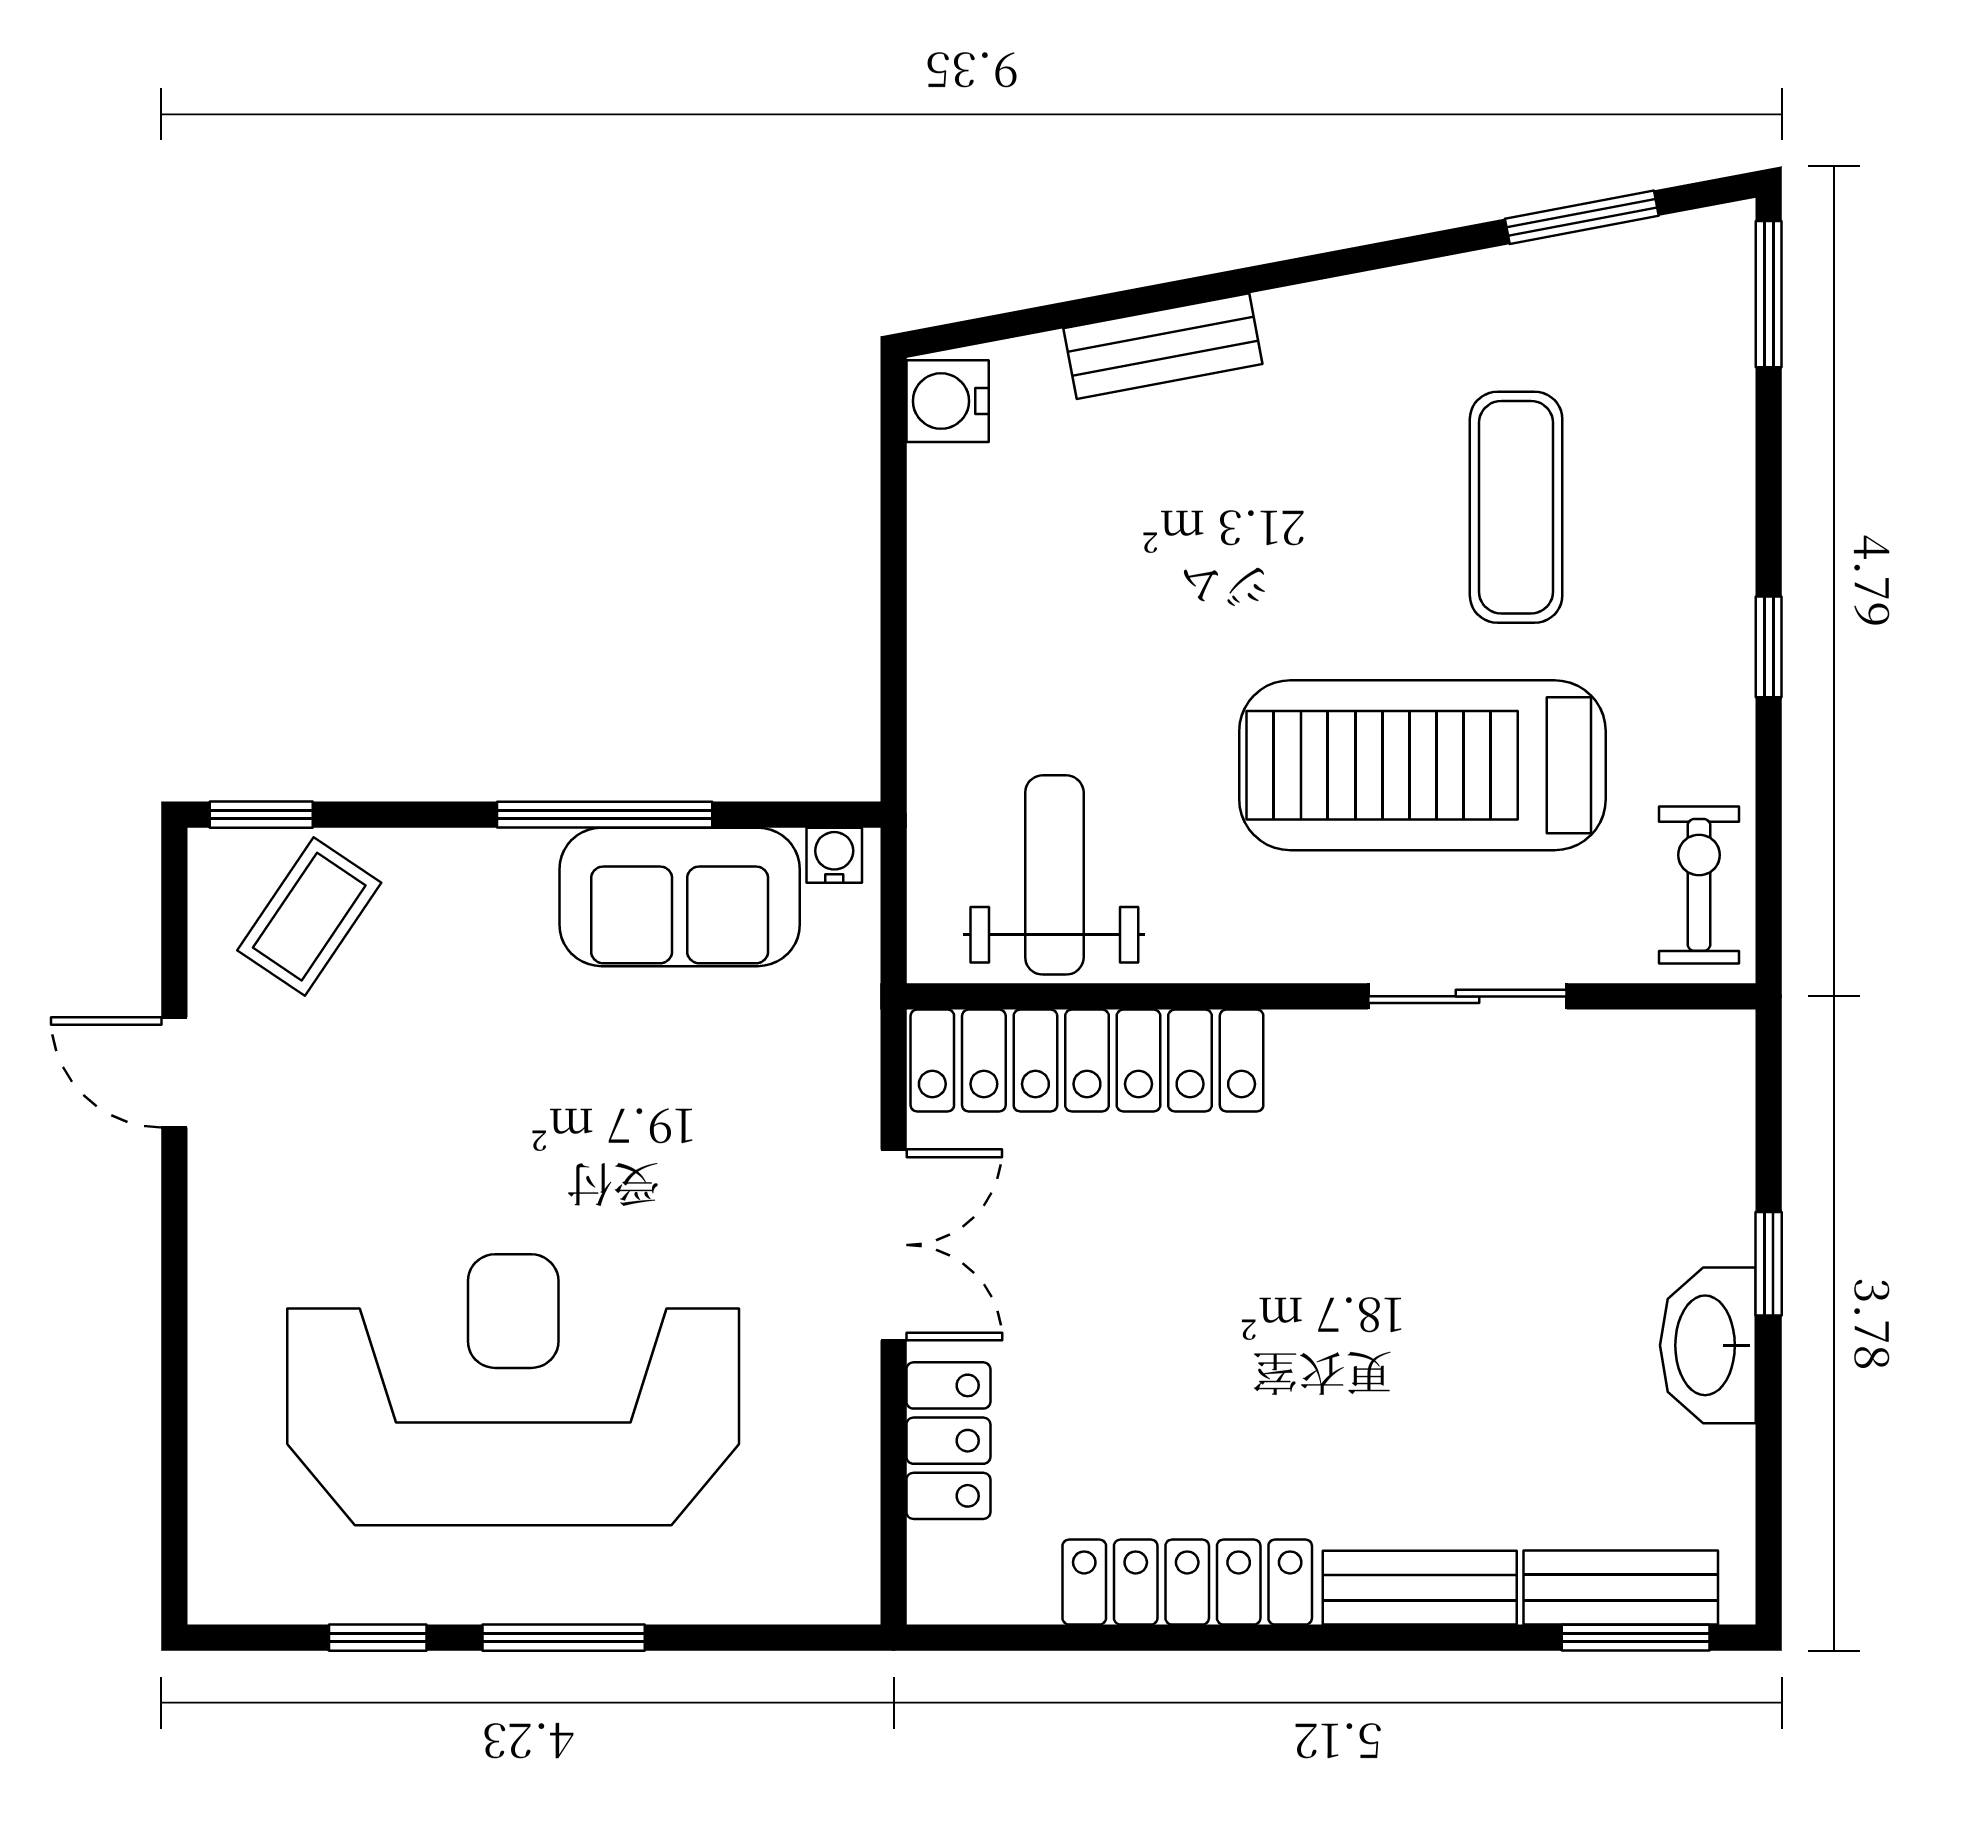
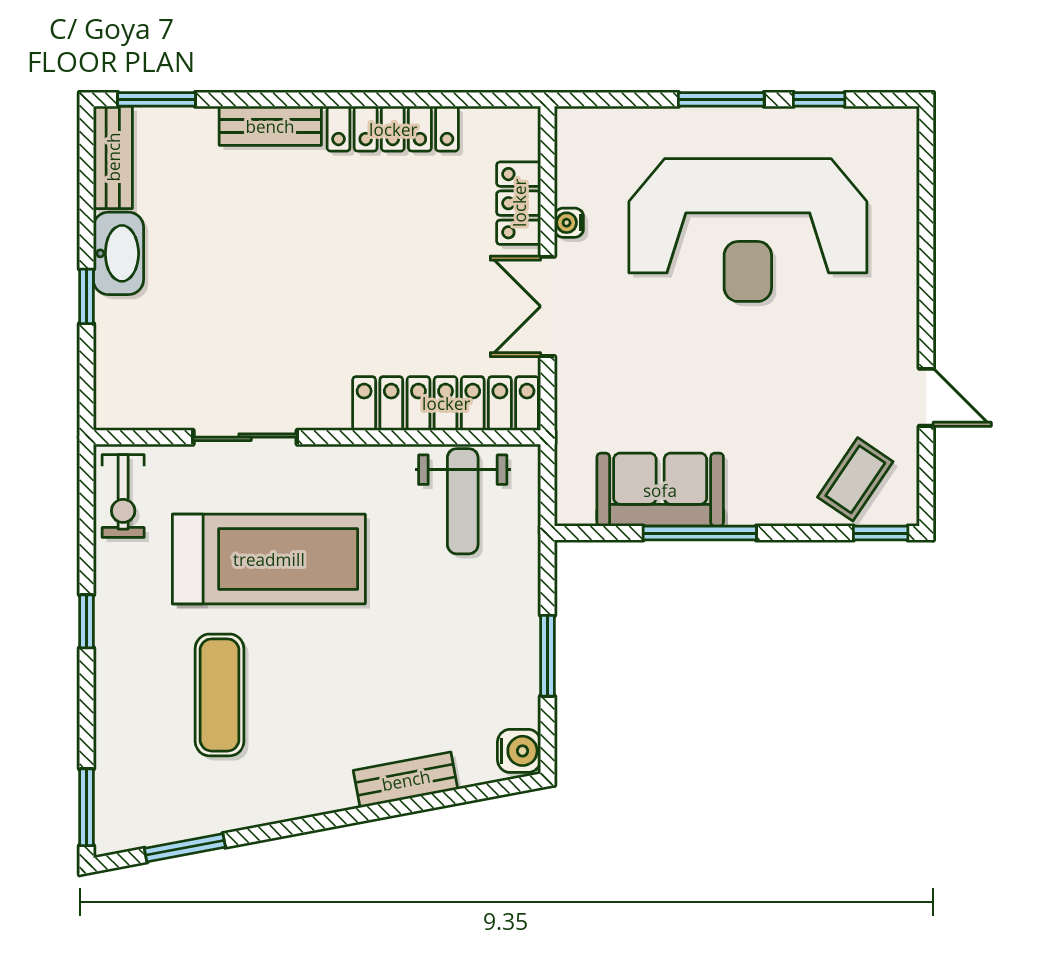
window: (894, 582) -> (547, 656), added
water cooler: (834, 855) -> (569, 223), moved, turned 90
bench: (1621, 1588) -> (113, 157), moved, turned 90

